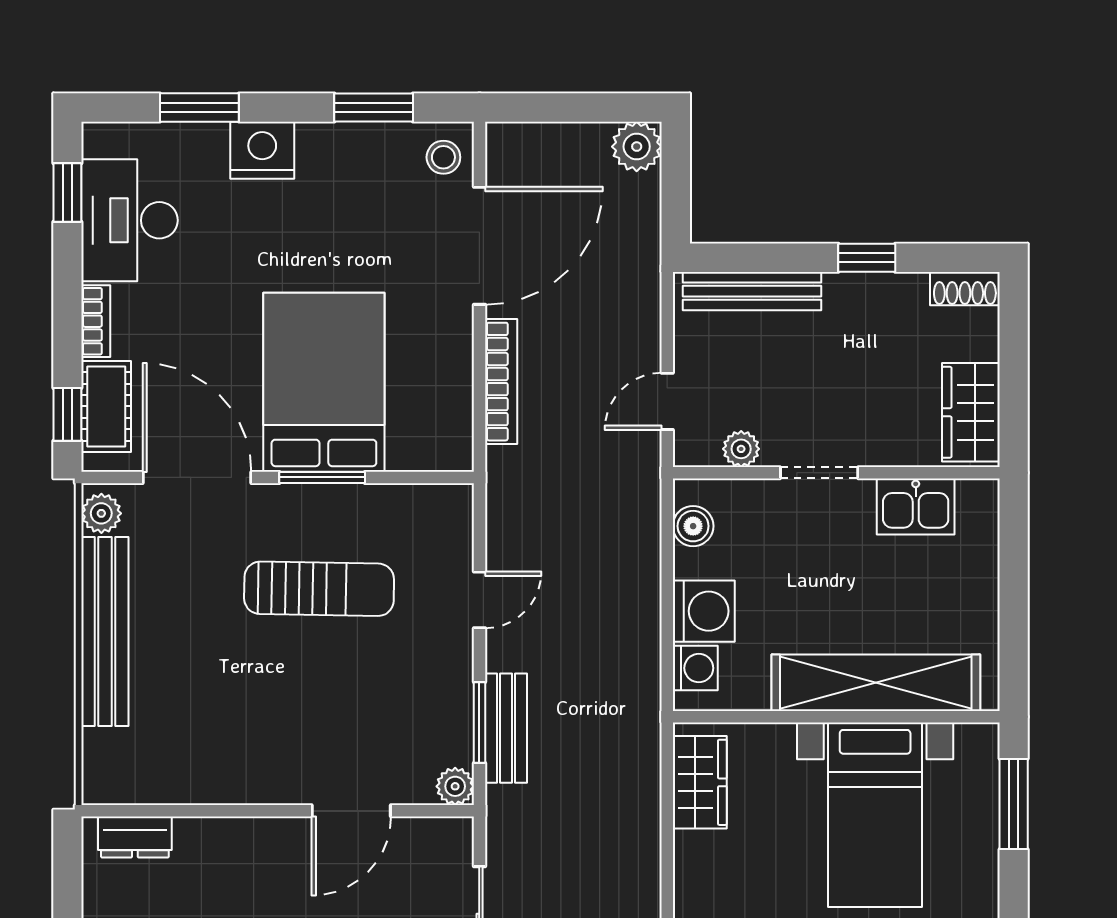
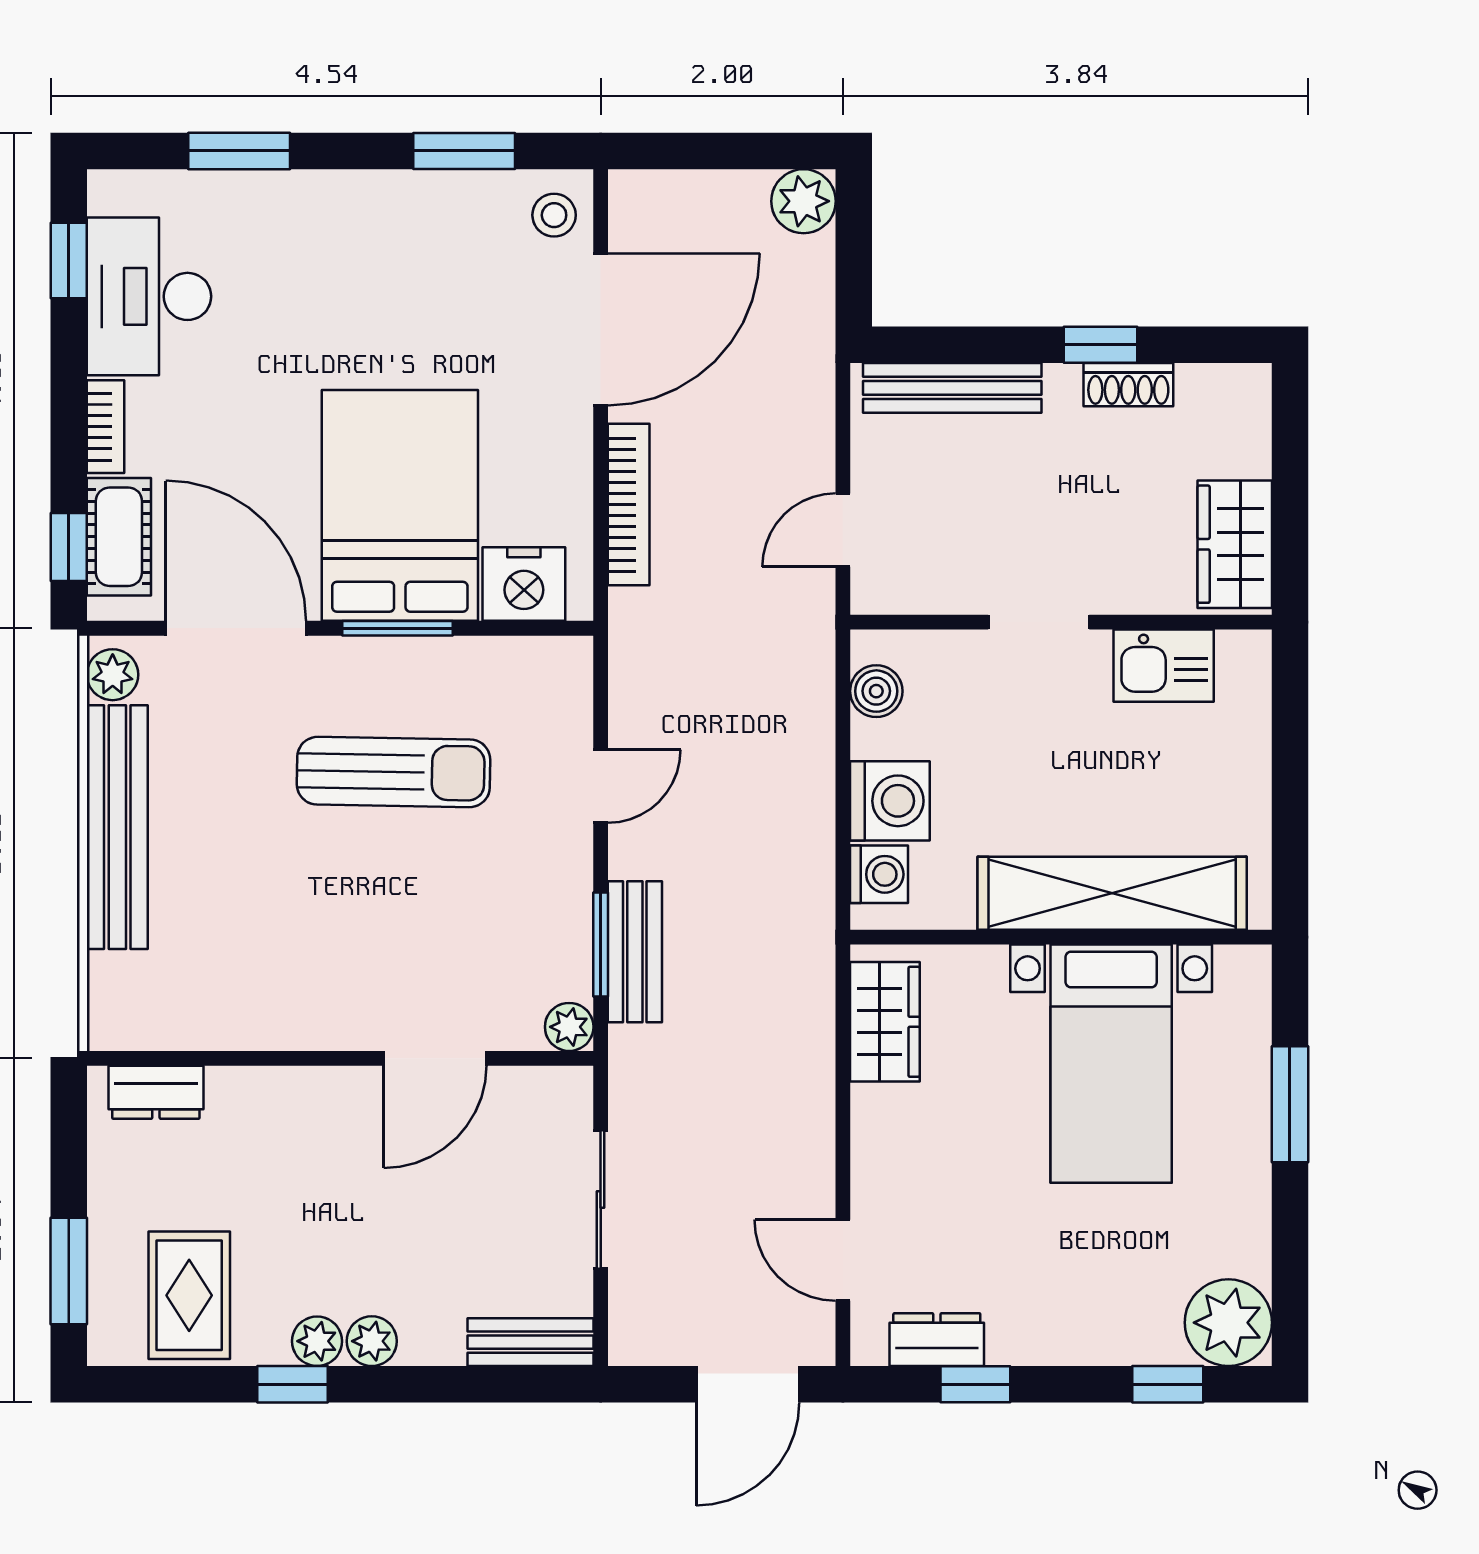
nightstand: (262, 150) -> (524, 584), moved, turned 180
shoe rack: (965, 289) -> (1128, 385), moved
plant: (741, 449) -> (938, 592), removed
window: (1014, 804) -> (1290, 1104), moved

